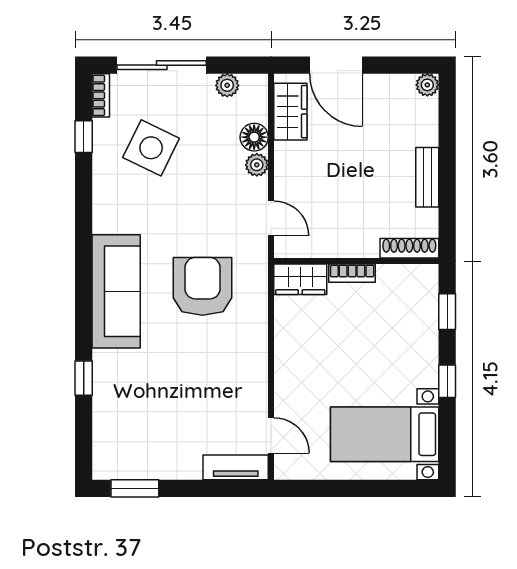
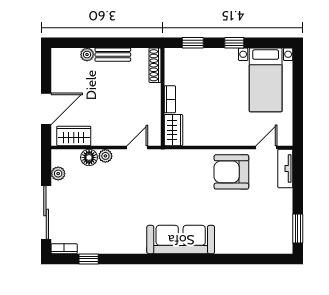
plant: (427, 85) -> (87, 55), moved
side table: (151, 148) -> (95, 219), removed
armchair: (202, 286) -> (231, 172), moved
window: (84, 378) -> (232, 259), removed

